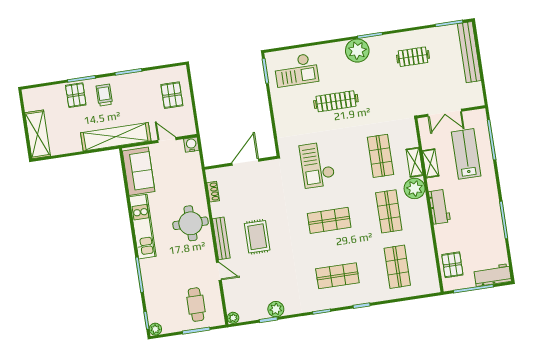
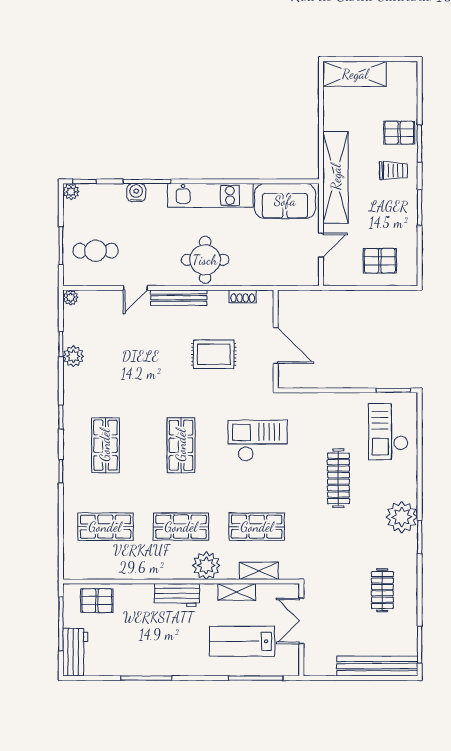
water cooler: (191, 145) -> (136, 193), moved, turned -90
lab bench: (466, 154) -> (242, 641), turned 180
shelving: (415, 162) -> (259, 571), moved
rug: (257, 237) -> (214, 354), moved

